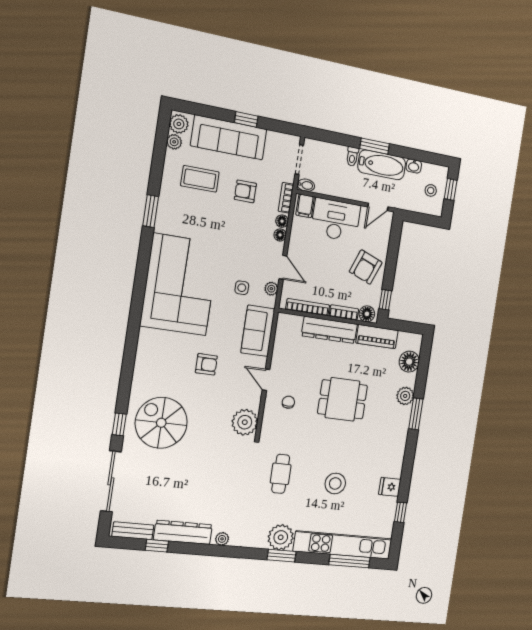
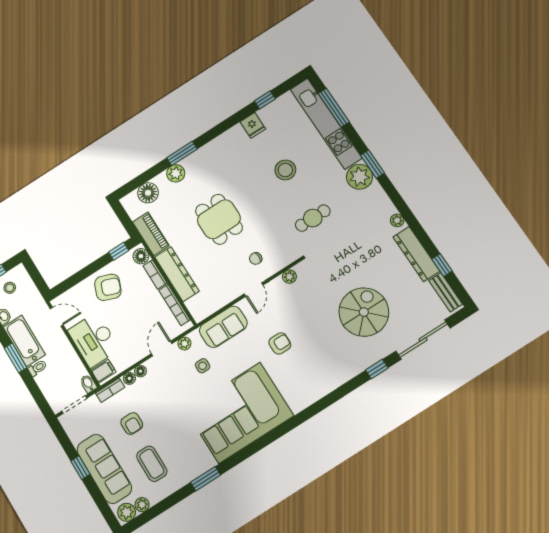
armchair: (206, 364) -> (280, 343), turned 90
plant: (245, 422) -> (289, 277), width x0.53, depth x0.53
spiral stairs: (161, 423) -> (364, 312), moved, turned 180

